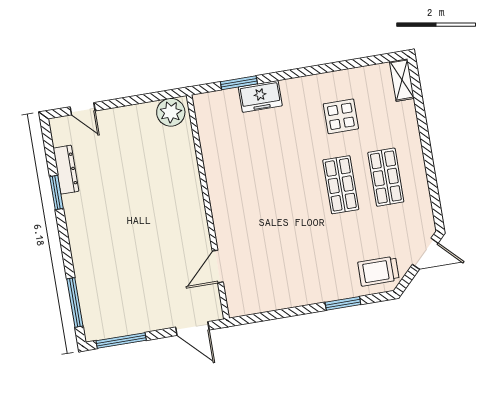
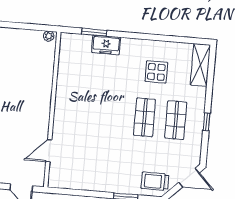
shelving: (402, 80) -> (200, 65), width x1.50, depth x1.33
plant: (171, 112) -> (49, 36), width x0.53, depth x0.53
window: (430, 168) -> (207, 122), added

